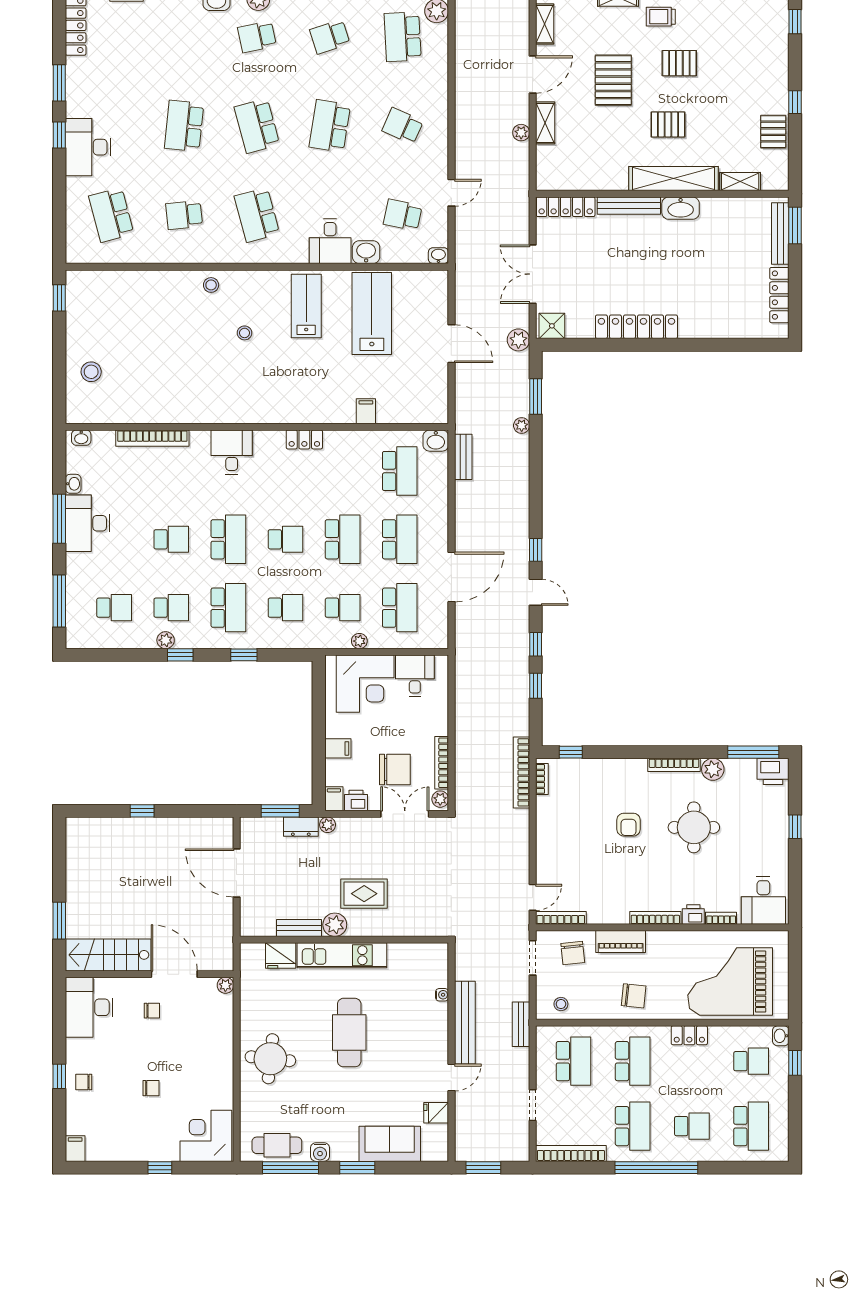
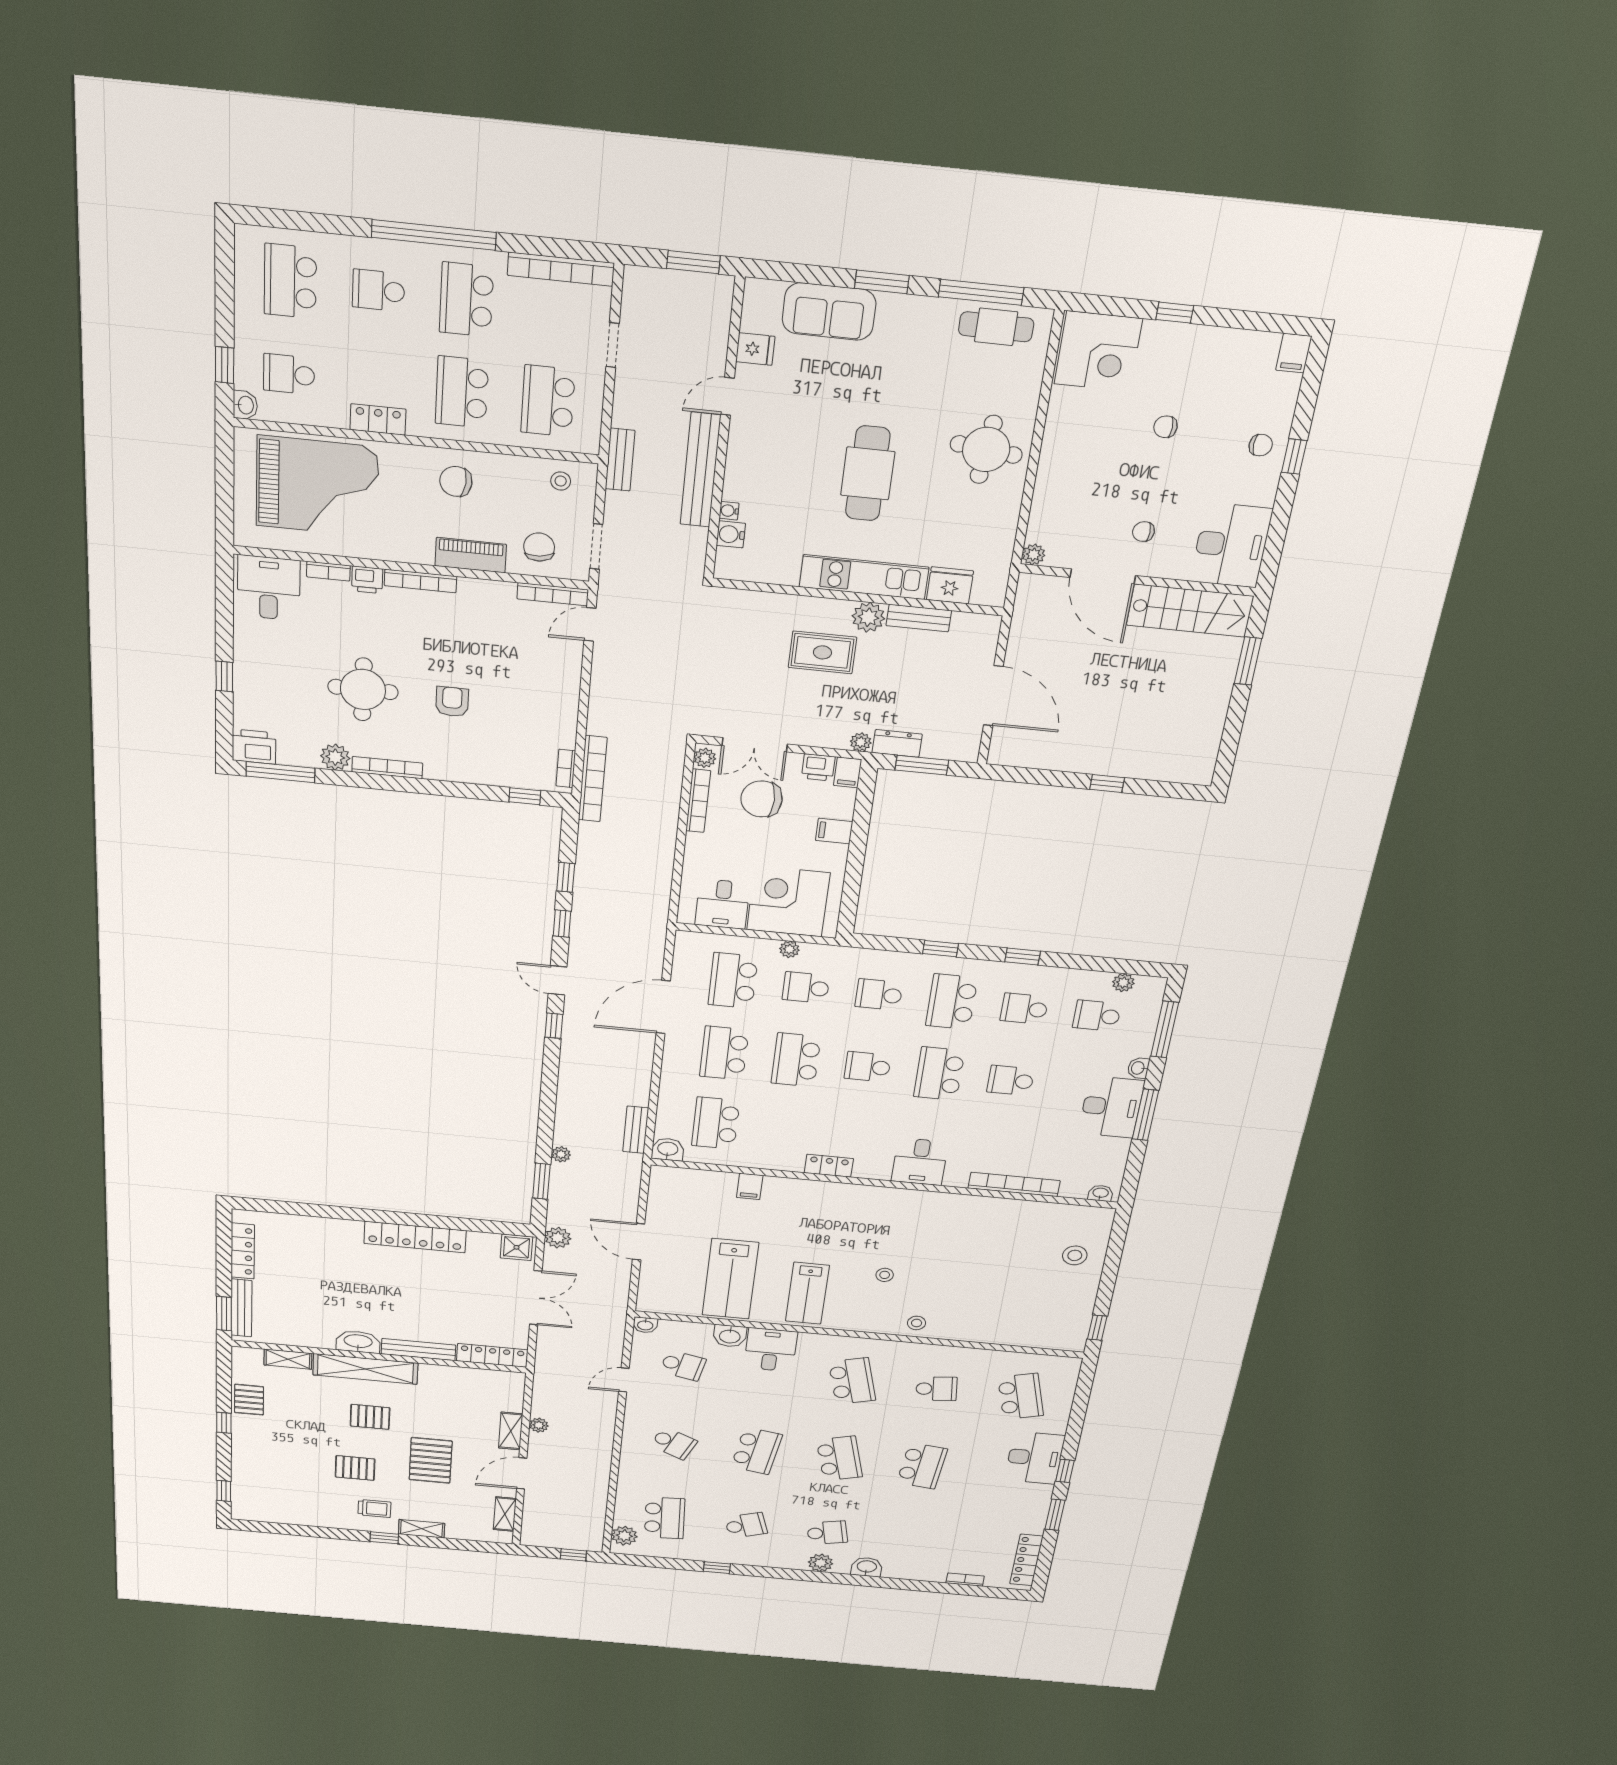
washbasin: (73, 484) -> (1138, 1068), moved
plant: (166, 640) -> (1123, 983), moved
water cooler: (320, 1152) -> (731, 534), moved, turned -90

